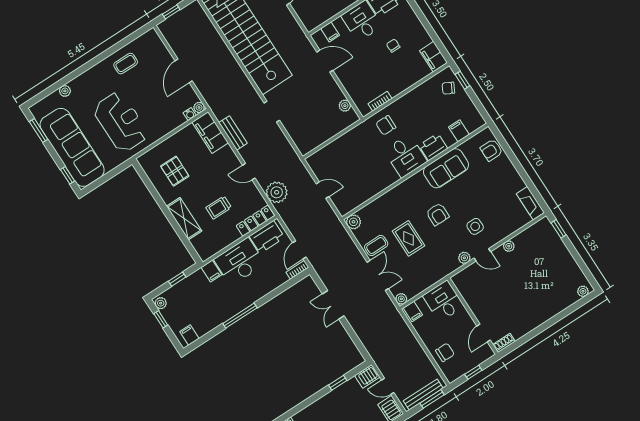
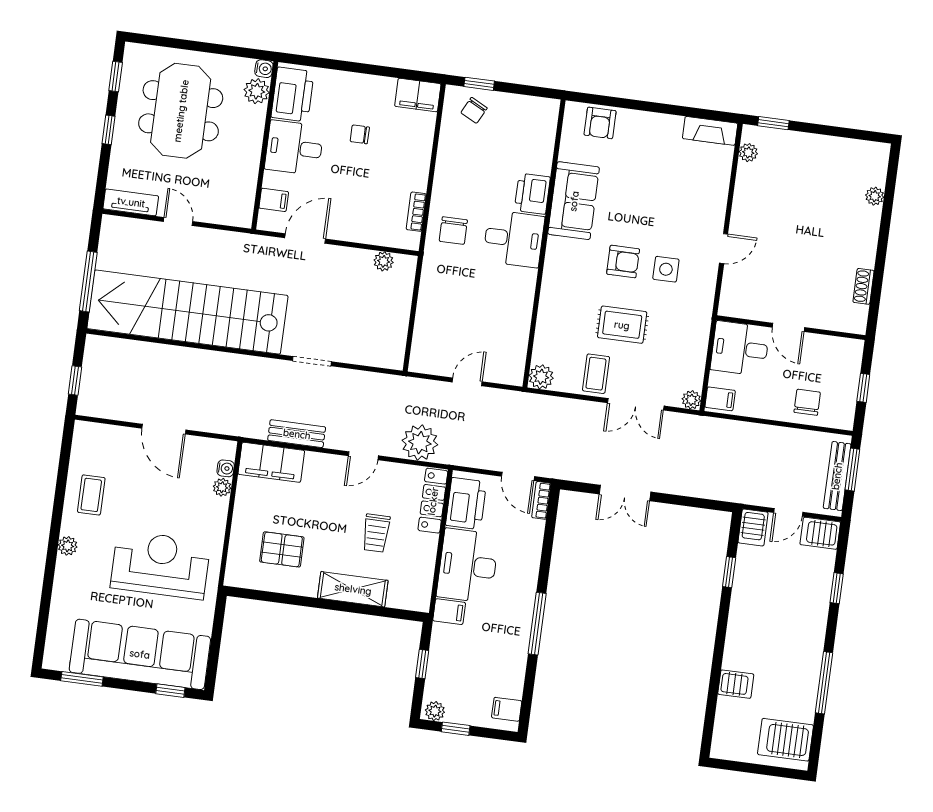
plant: (65, 91) -> (68, 546), moved
plant: (199, 107) -> (222, 487), moved
filing cabinet: (459, 131) -> (540, 143), removed
side table: (475, 226) -> (666, 269), moved
plant: (509, 246) -> (748, 153), moved
plant: (464, 258) -> (708, 275), removed
double door: (378, 275) -> (636, 404), swing flipped
plant: (583, 291) -> (875, 196), moved
door: (484, 333) -> (788, 327), moved
shoe rack: (504, 343) -> (864, 286), moved

